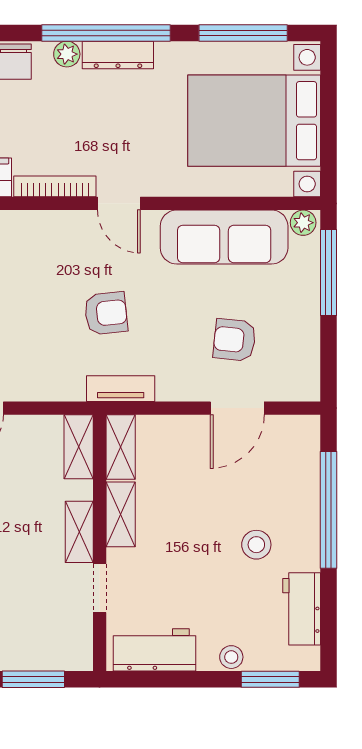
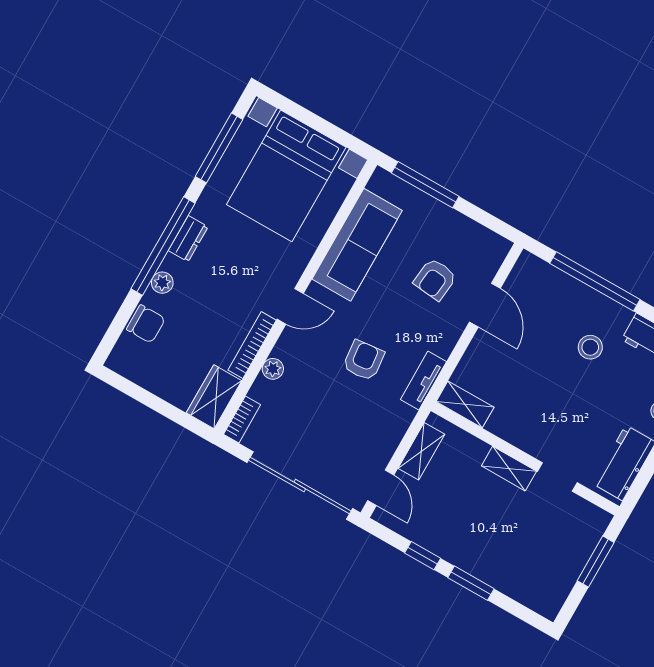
dresser: (118, 55) -> (188, 239), width x0.70
plant: (303, 223) -> (273, 369), moved
shelving: (79, 447) -> (421, 451), moved, turned 90
shelving: (121, 514) -> (513, 432), removed

